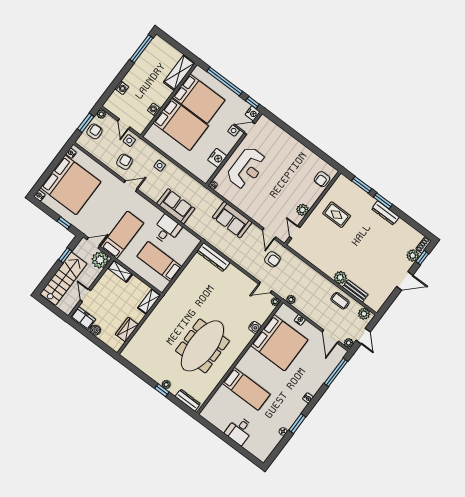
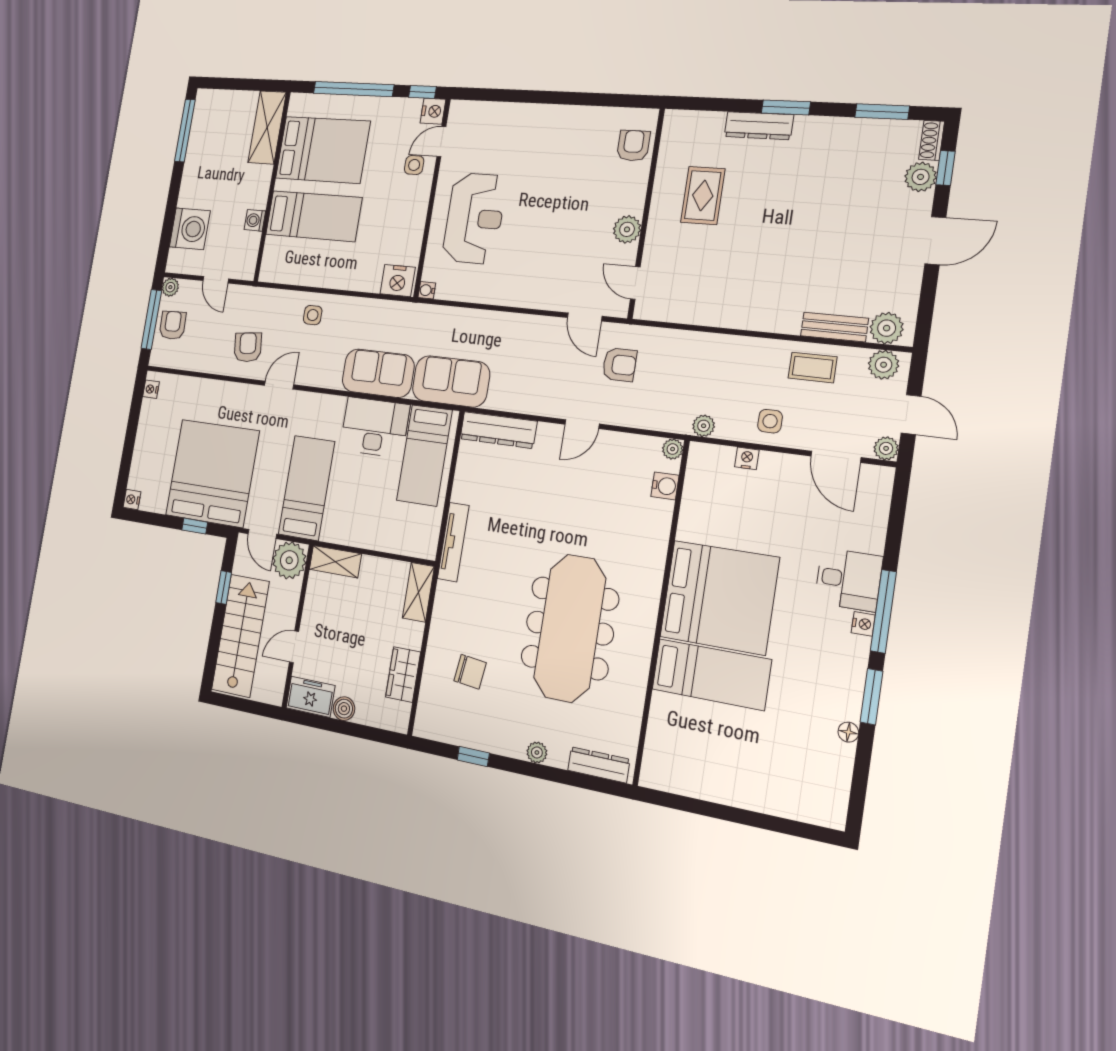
washing machine: (122, 88) -> (190, 229), width x1.89, depth x1.89
window: (86, 123) -> (151, 319), width x1.44
bed: (181, 124) -> (314, 216), width x0.67
side table: (129, 141) -> (770, 421), moved
nightstand: (217, 158) -> (398, 281), moved, turned 90
armchair: (322, 179) -> (633, 146), turned 180
bed: (70, 185) -> (212, 473), moved, turned -90
window: (362, 185) -> (882, 112), moved
dresser: (385, 213) -> (759, 126), moved
rug: (337, 215) -> (703, 196), turned 90
sofa: (232, 220) -> (451, 381), moved, turned 180
desk: (167, 230) -> (375, 427), width x1.37
door: (93, 243) -> (262, 534), swing flipped
bed: (159, 262) -> (424, 455), moved, turned -90
plant: (340, 278) -> (887, 328), moved
door: (265, 287) -> (582, 424), moved
tv unit: (173, 290) -> (453, 542), added
door: (85, 295) -> (294, 647), hinge flipped
water cooler: (255, 327) -> (665, 486), moved
chair: (155, 342) -> (470, 672), added
bed: (279, 343) -> (719, 597), moved
window: (336, 372) -> (883, 611), moved
window: (162, 390) -> (473, 756), moved
desk: (239, 430) -> (848, 579), moved, turned -90

